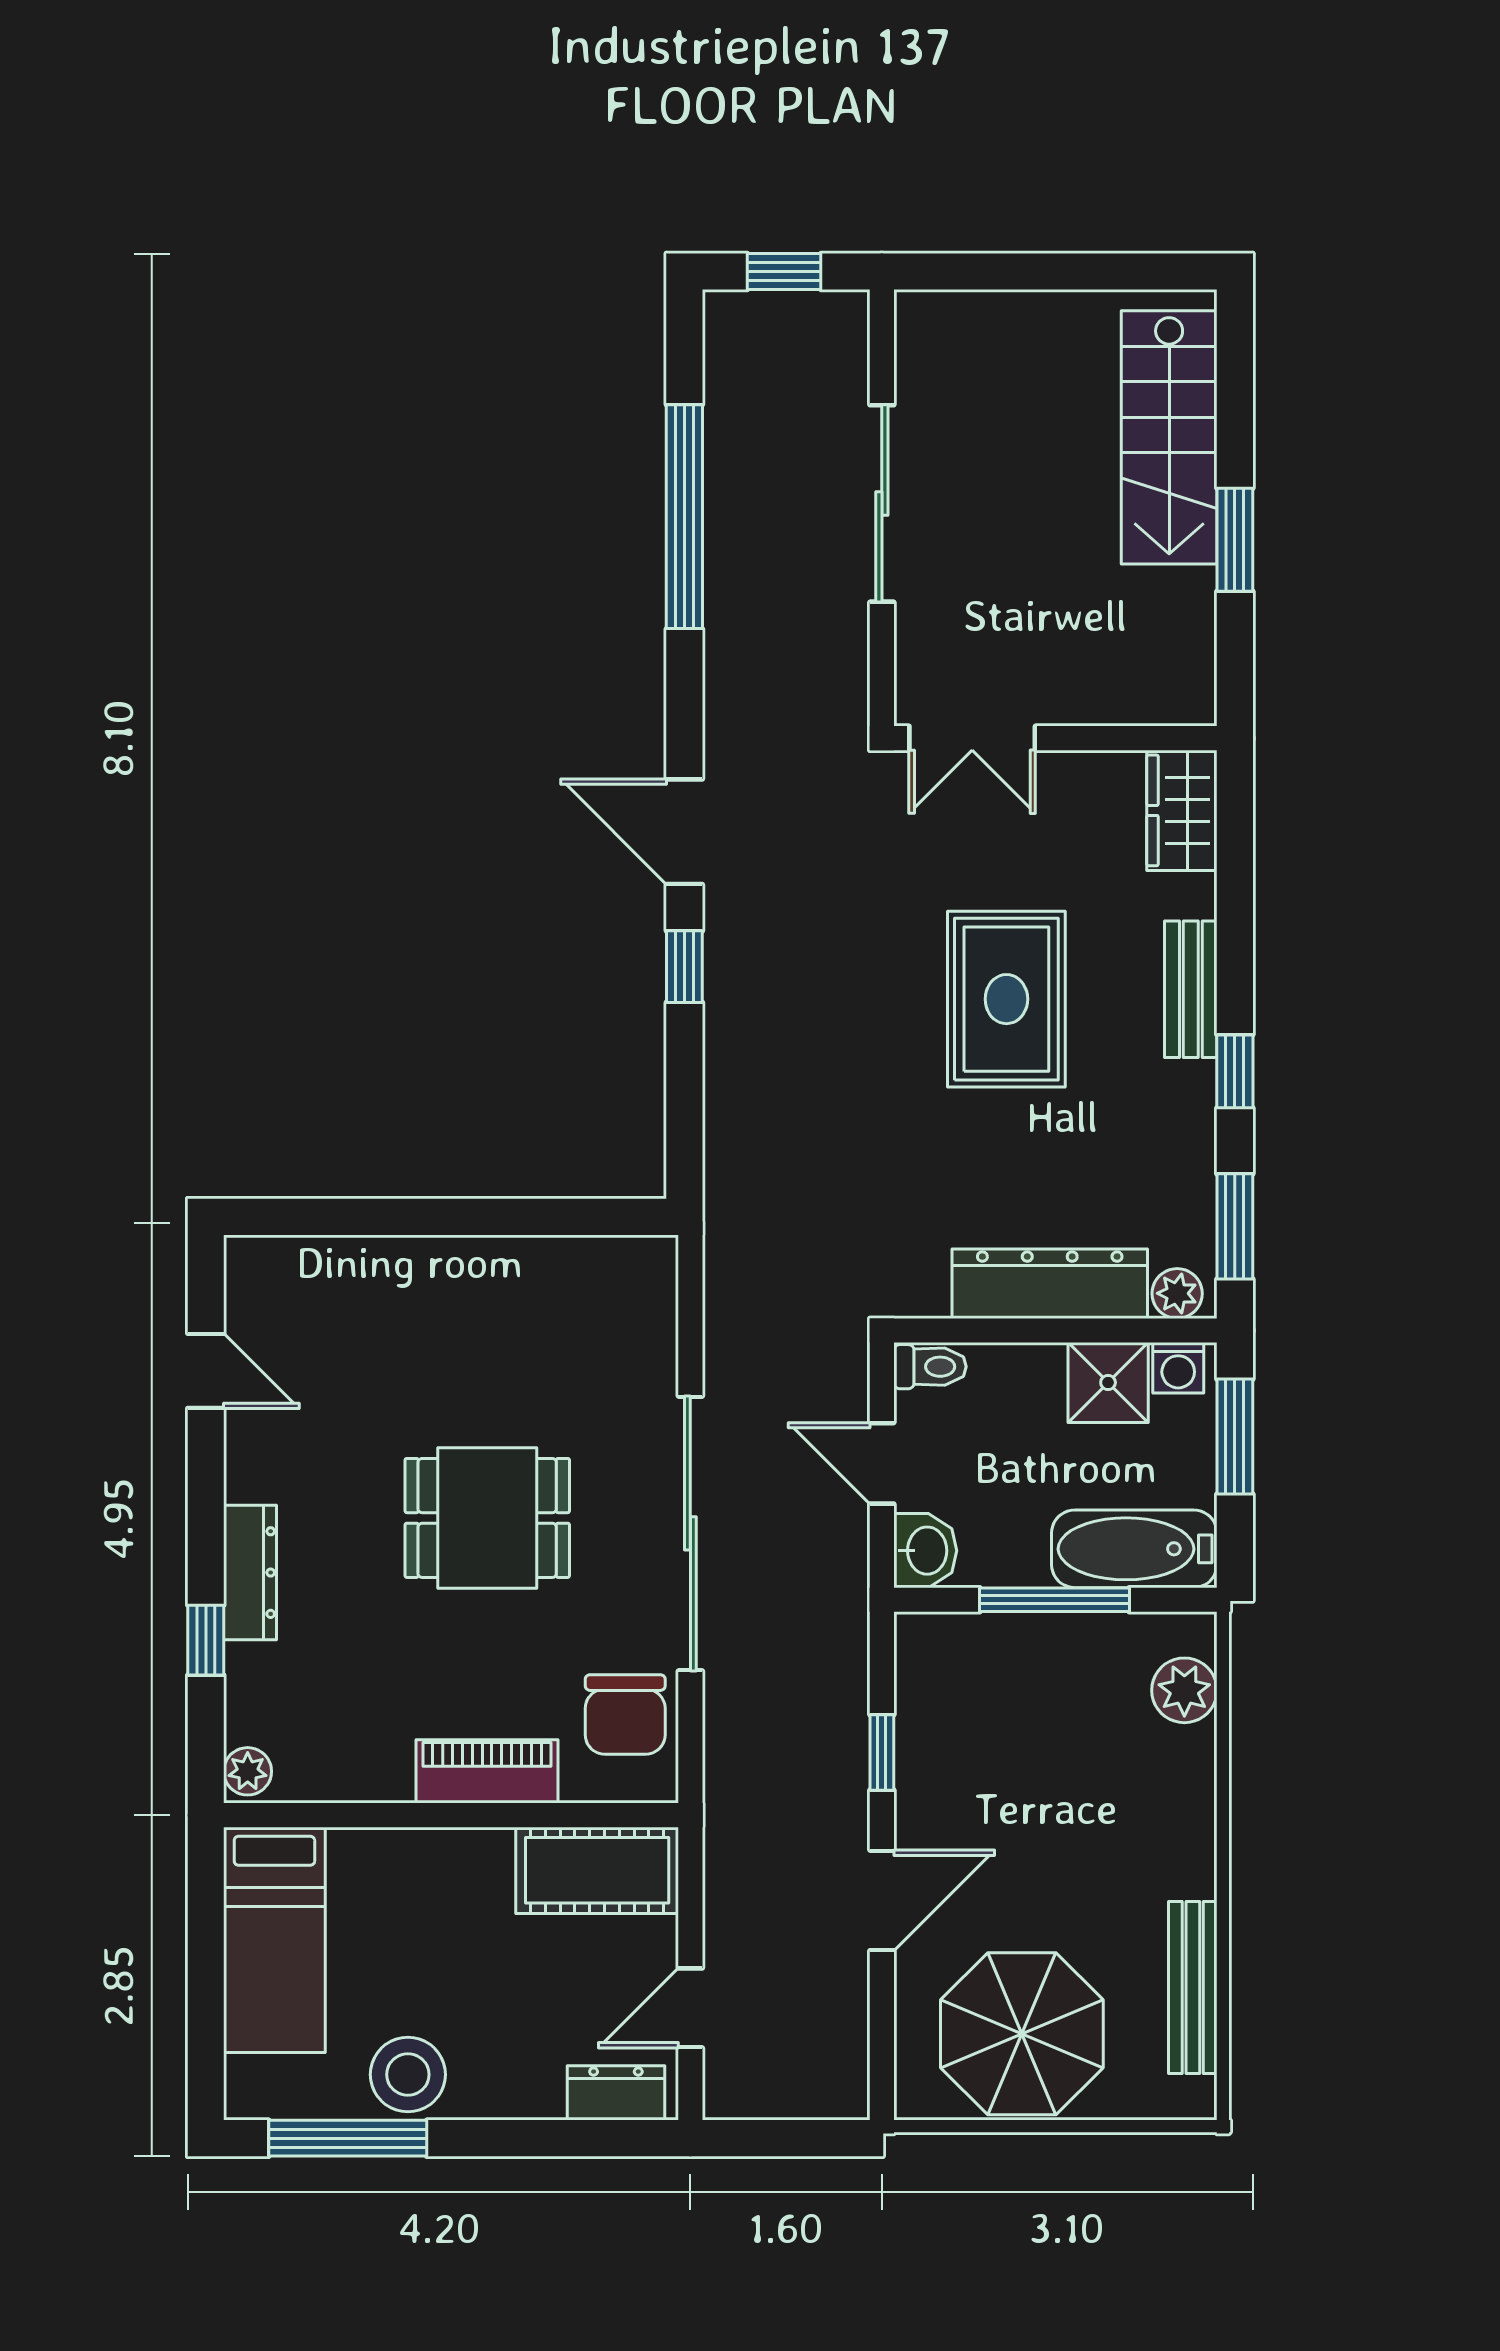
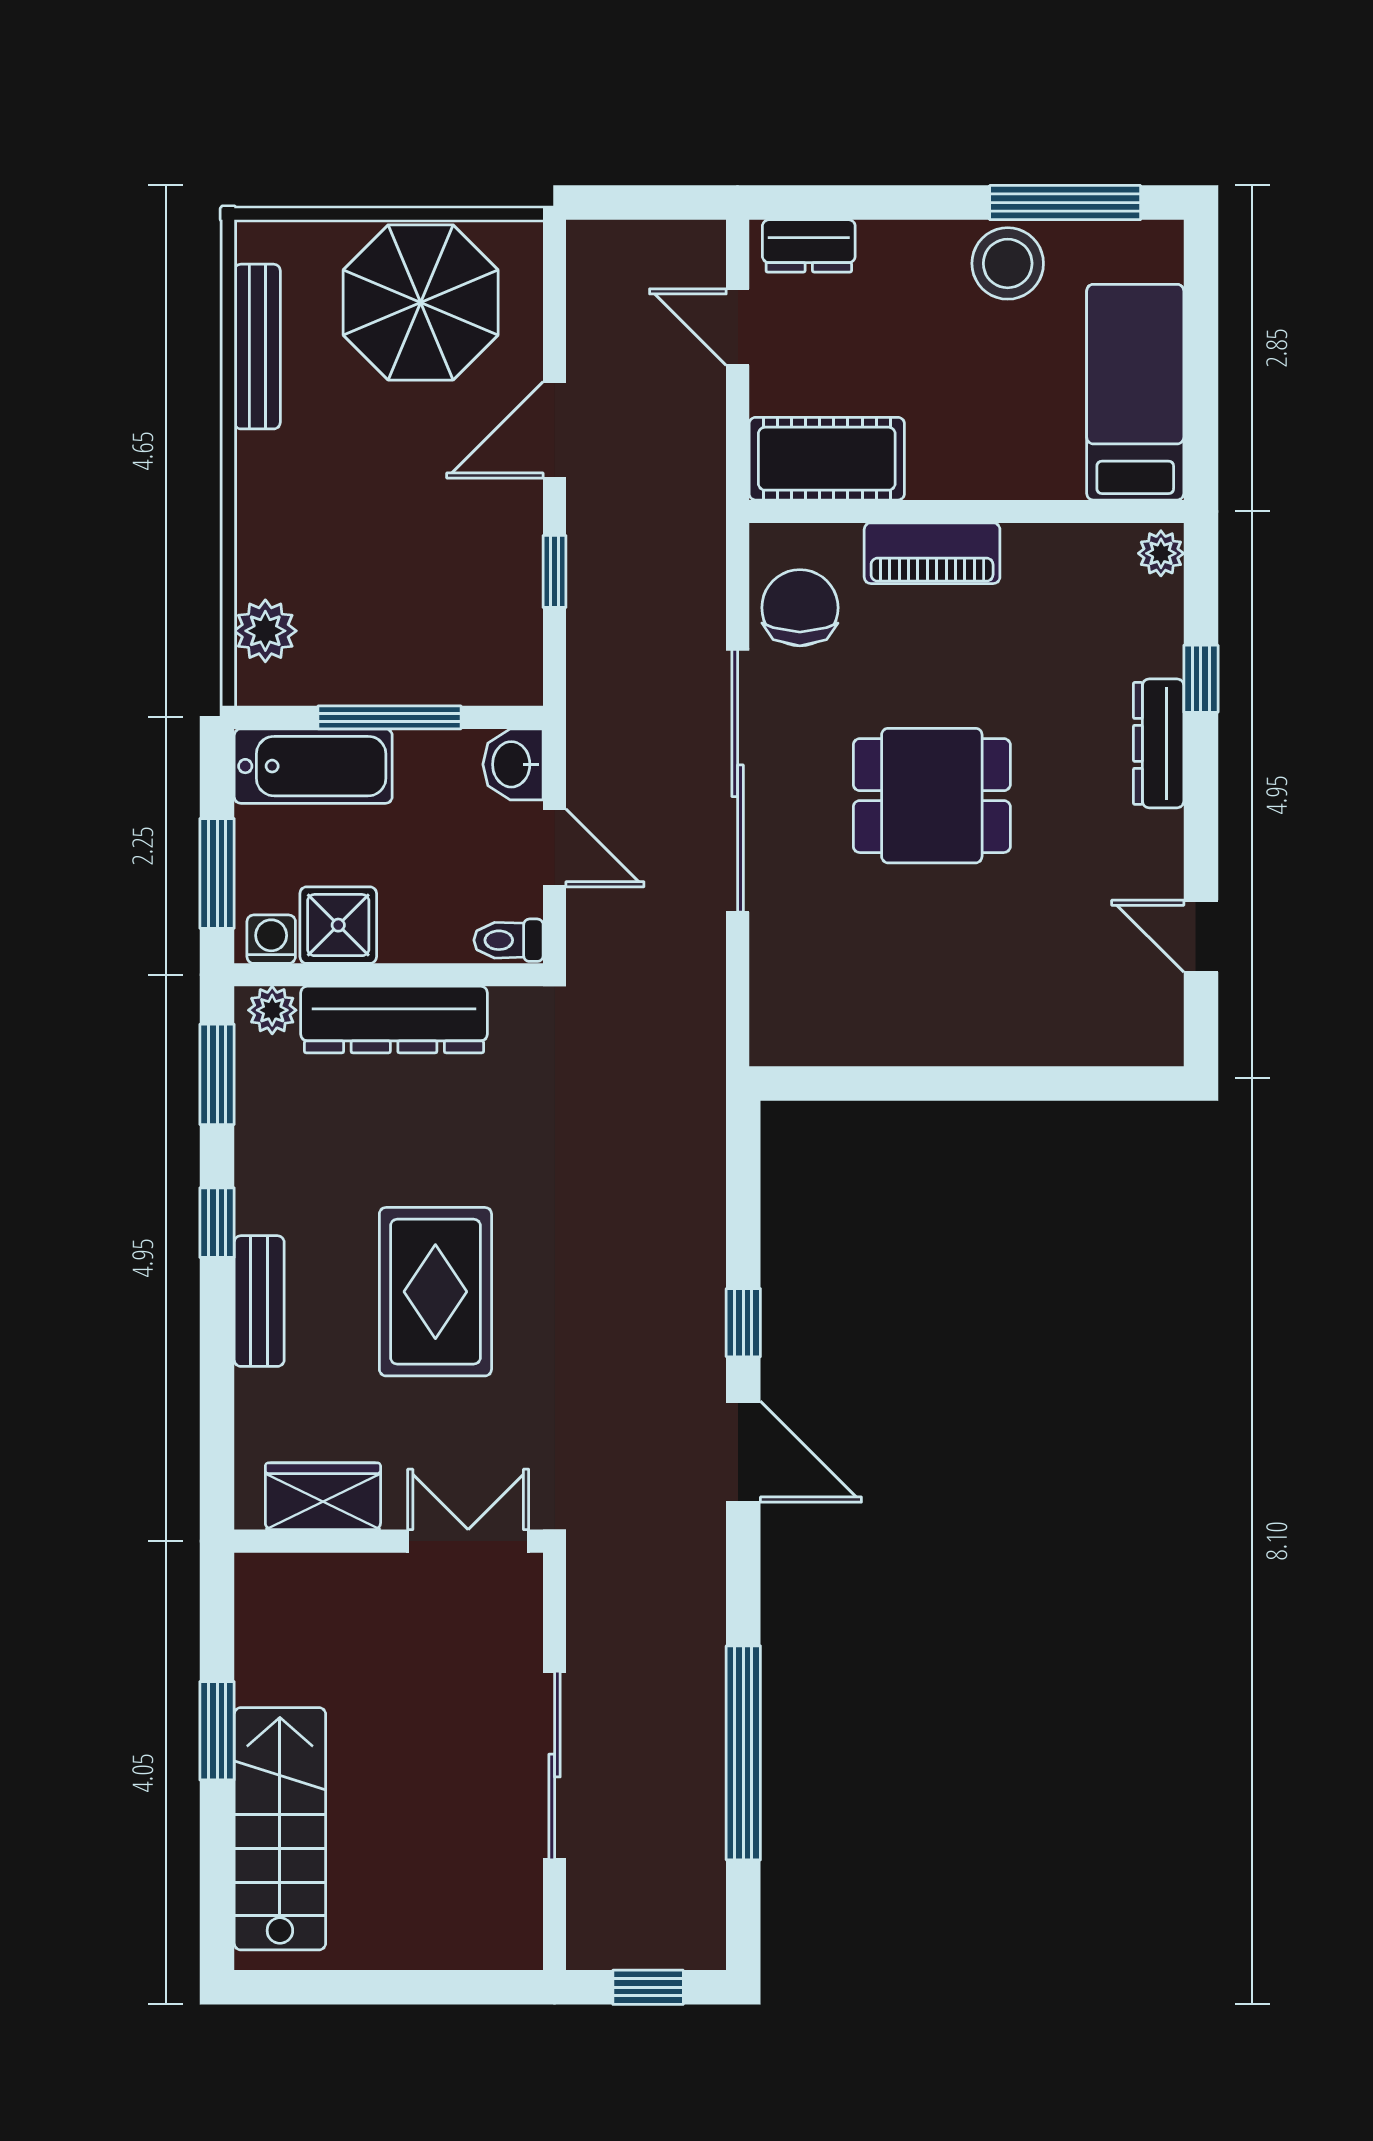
wardrobe: (1182, 810) -> (323, 1496), moved, turned -90
door: (690, 2008) -> (738, 327), swing flipped

